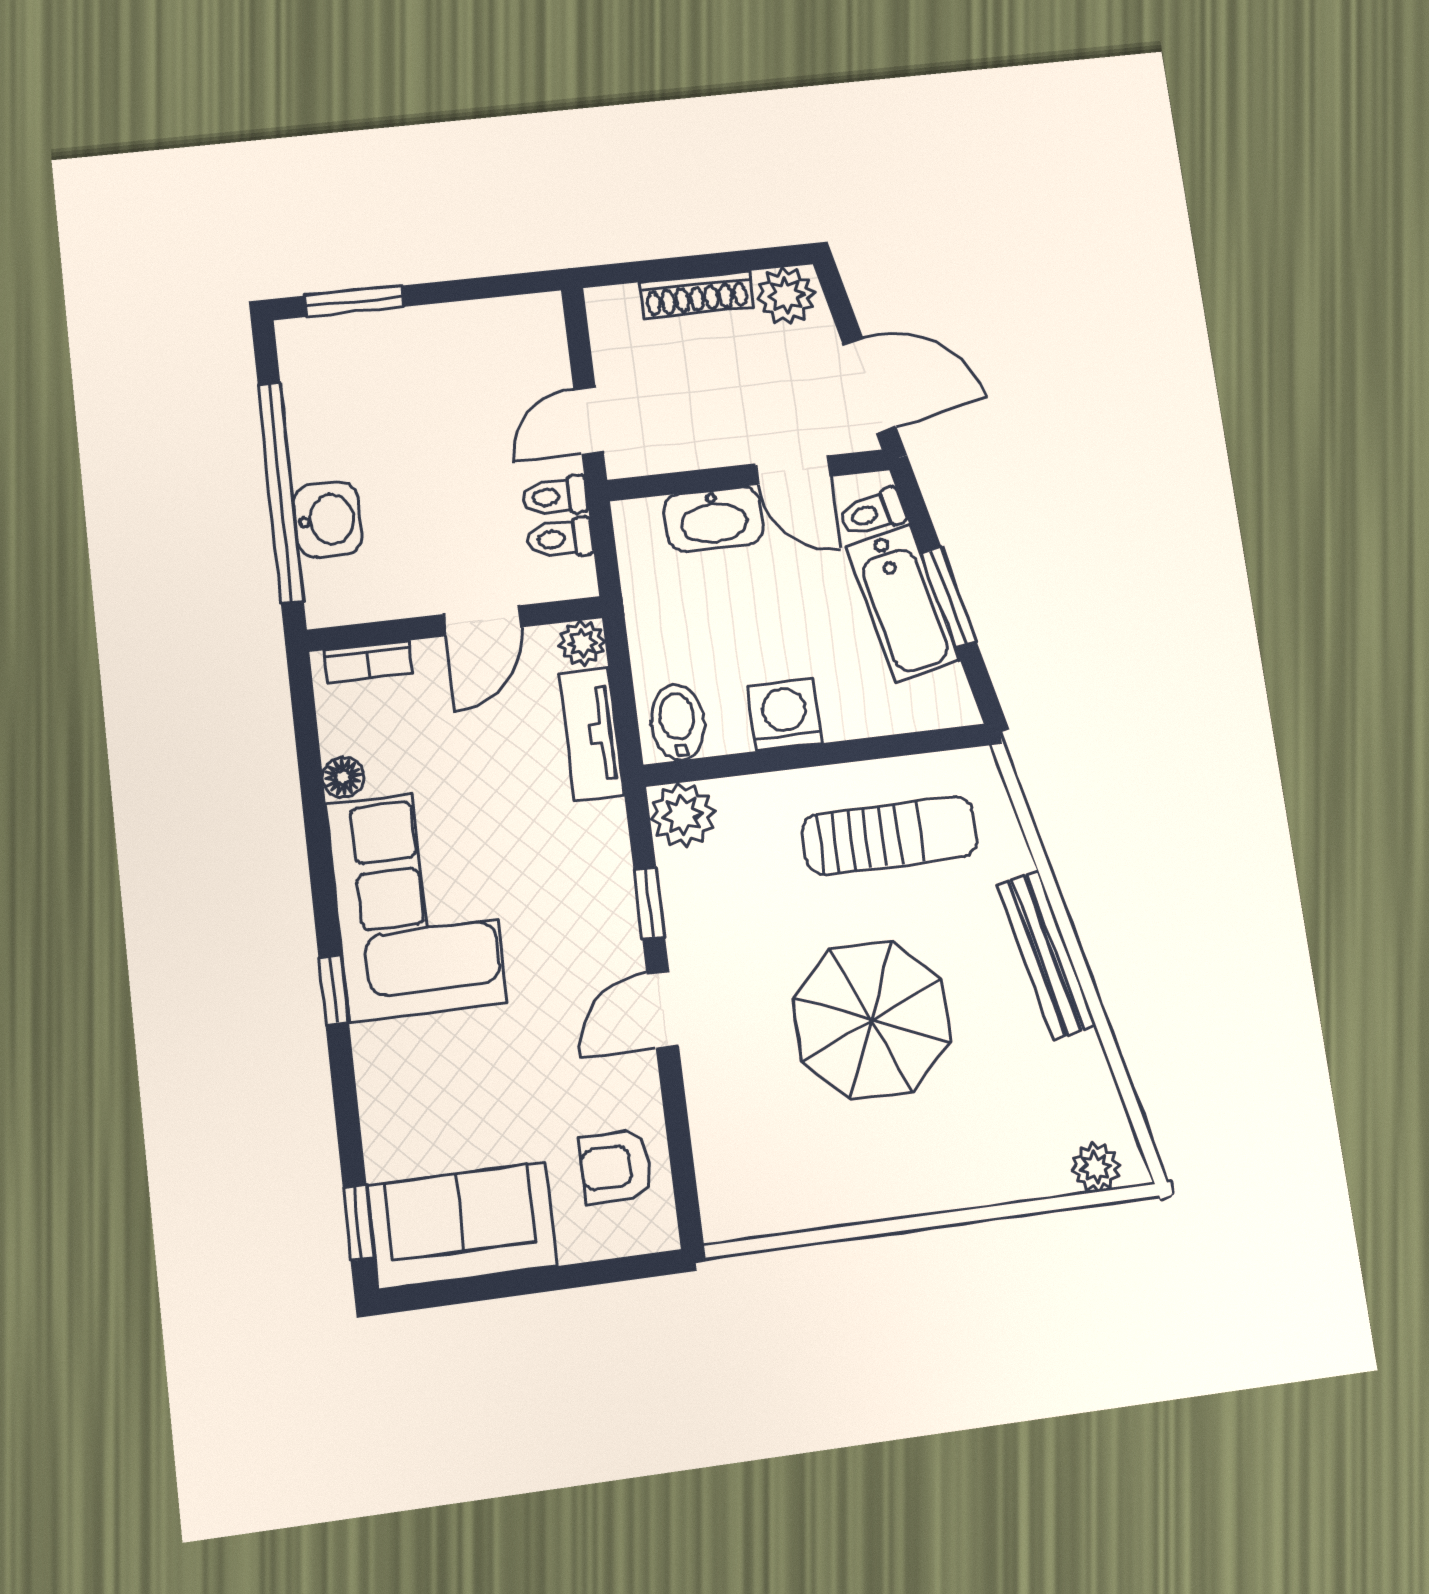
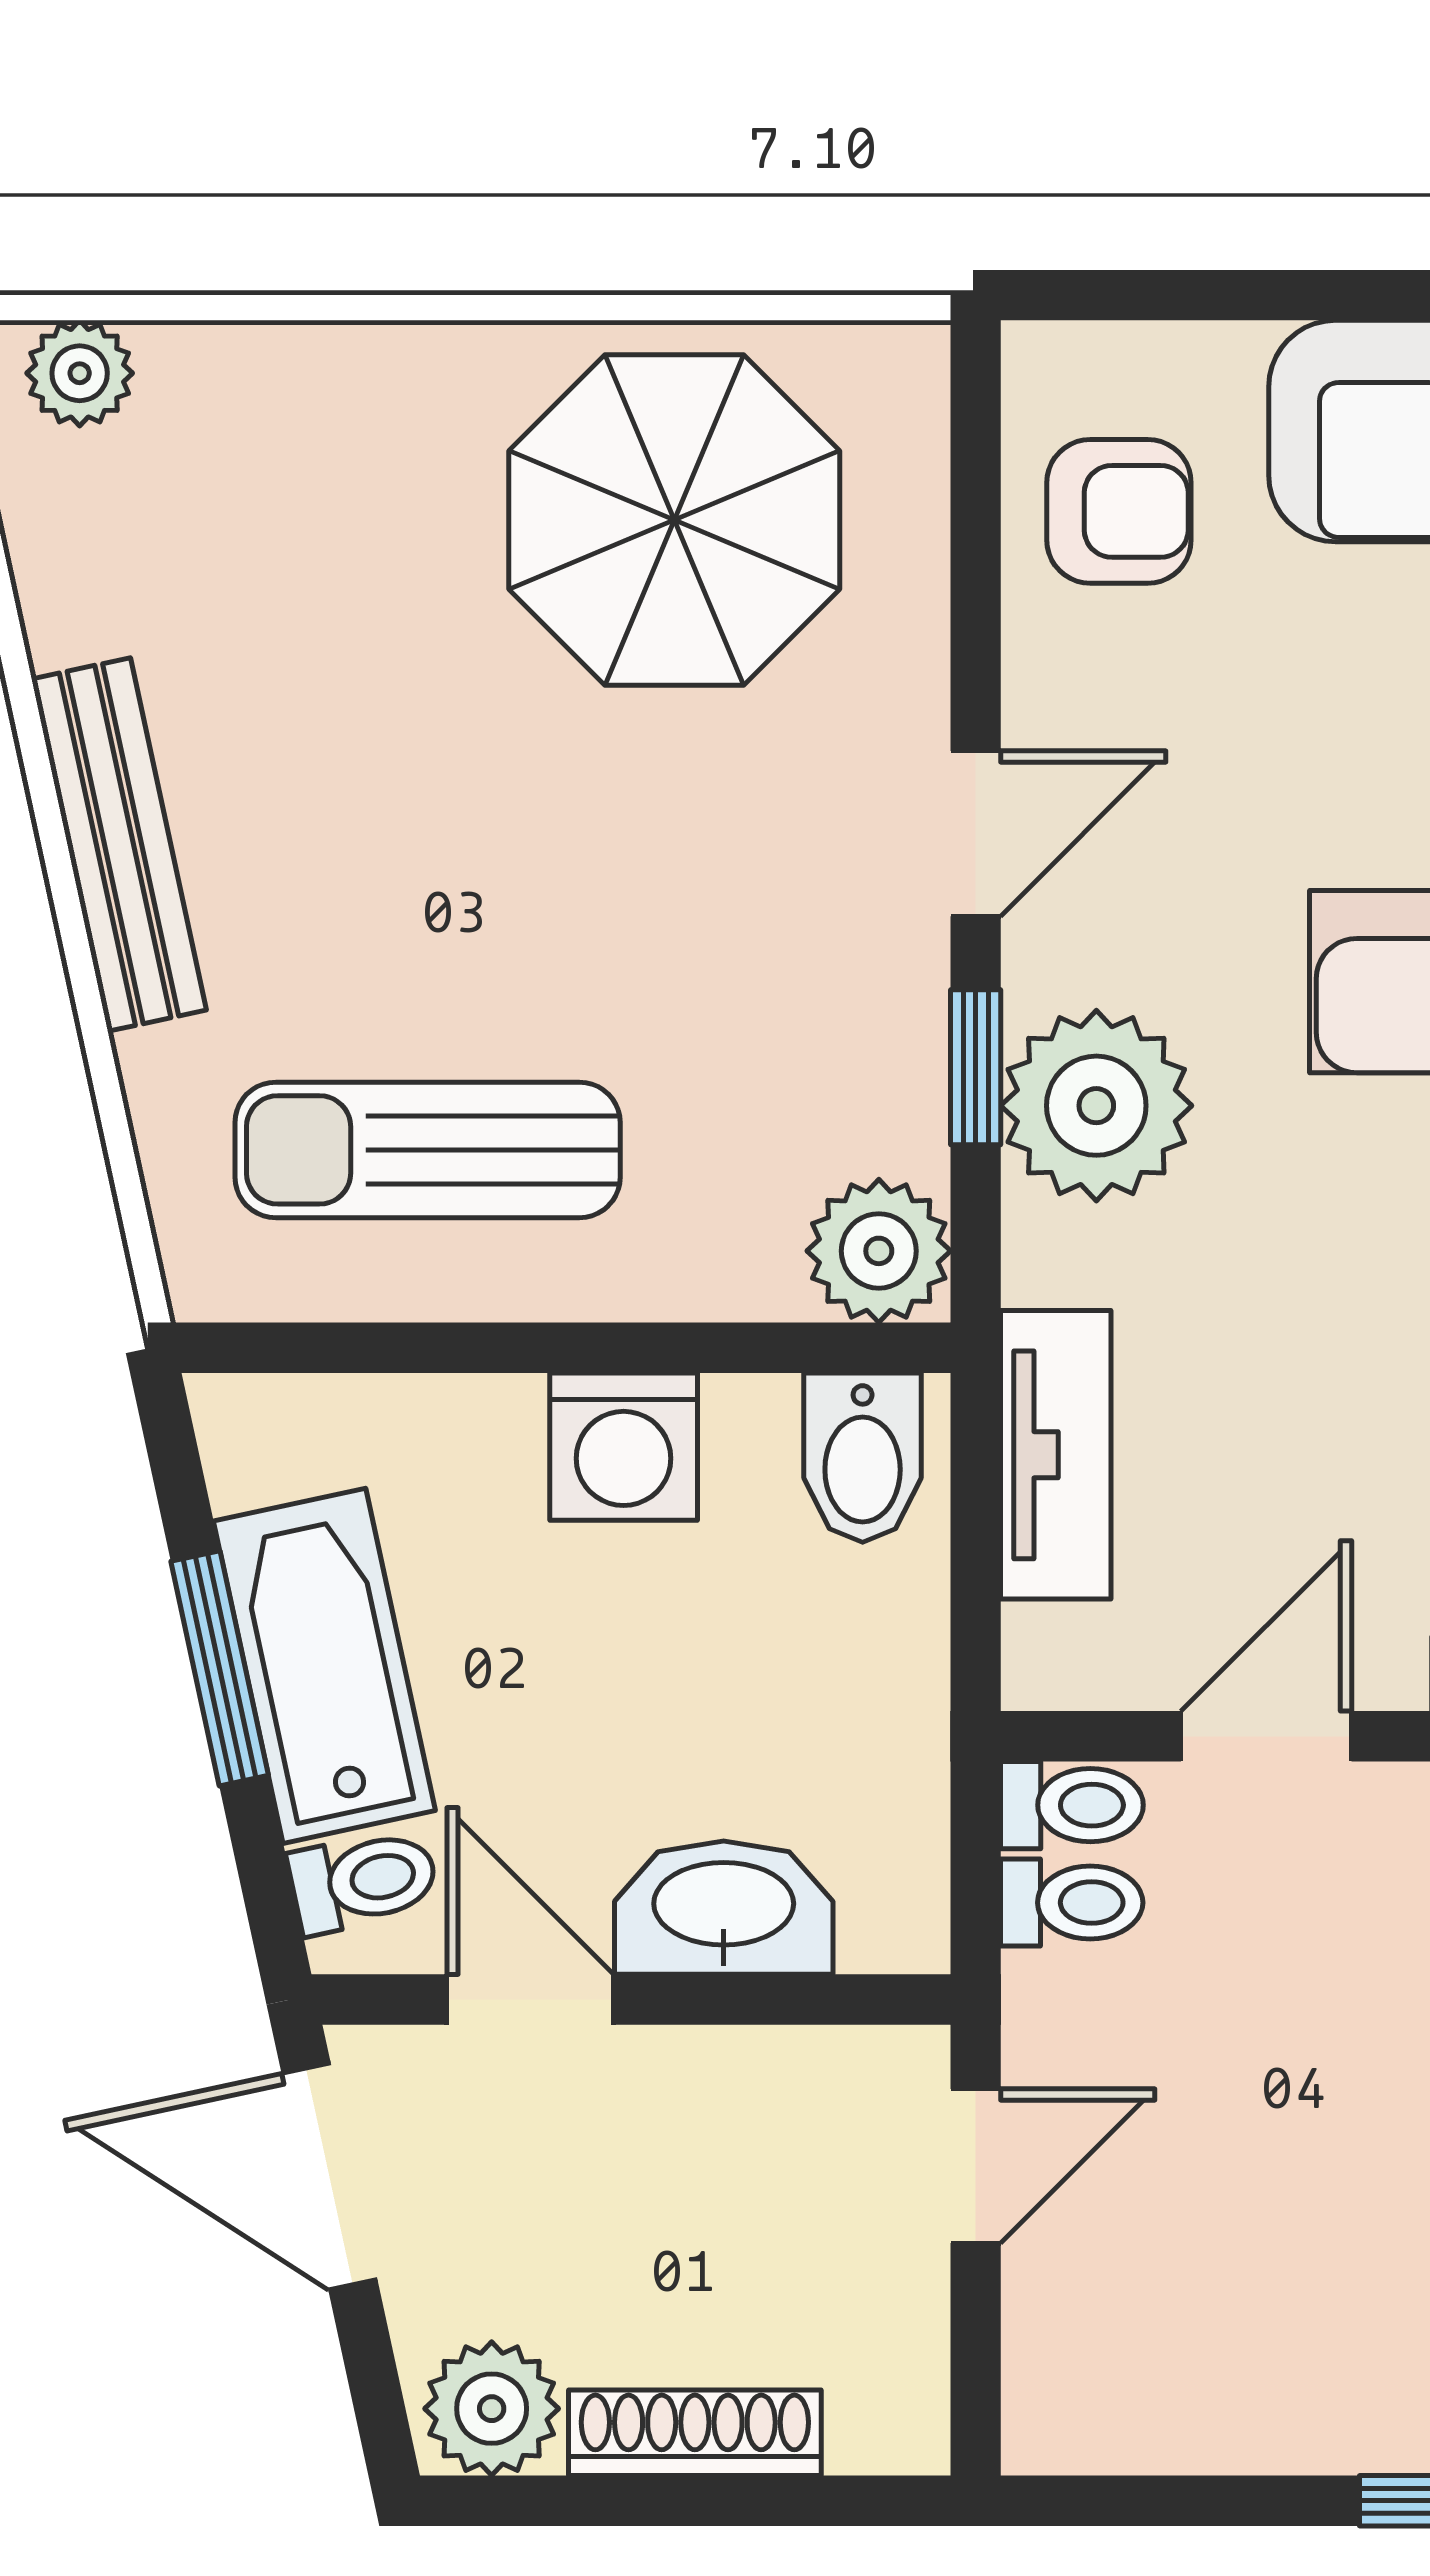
toilet: (555, 496) -> (1072, 1805), moved
plant: (582, 643) -> (1096, 1106), moved, width x1.87, depth x1.87
parasol: (871, 1020) -> (674, 520), moved

